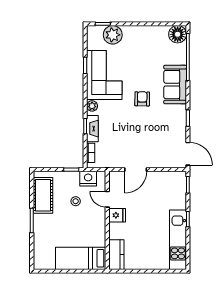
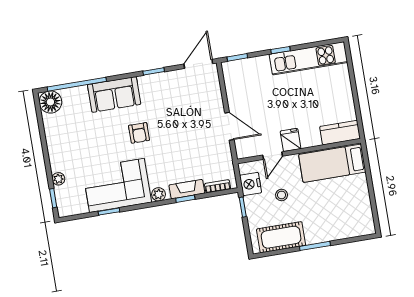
plant: (113, 35) -> (58, 179), width x0.53, depth x0.53
armchair: (142, 99) -> (139, 133), turned -91
bed: (81, 258) -> (332, 163), moved, turned 90

